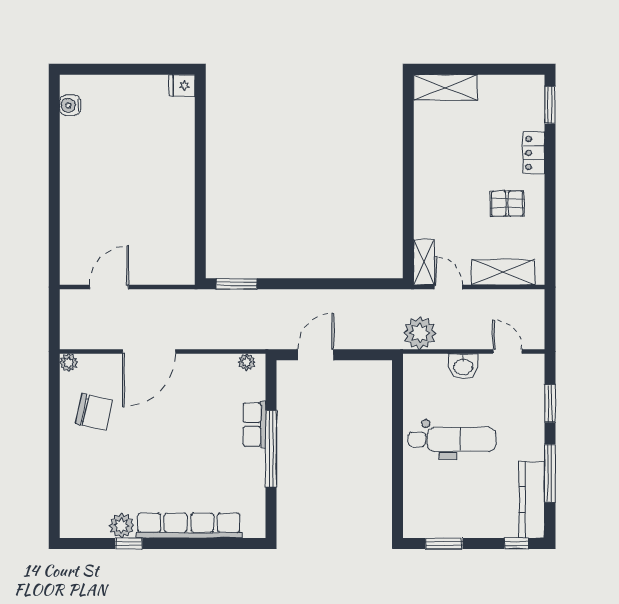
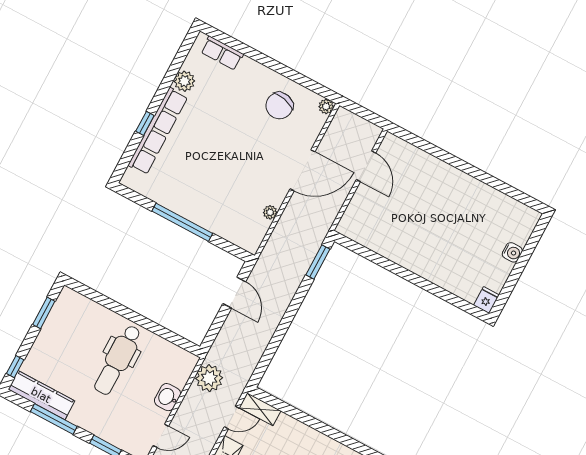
water cooler: (70, 105) -> (512, 252), moved, turned 90
door: (149, 351) -> (303, 170), swing flipped
plant: (247, 362) -> (270, 212), moved
row of seats: (254, 424) -> (222, 53), moved, turned 180
window: (129, 543) -> (145, 123), moved

